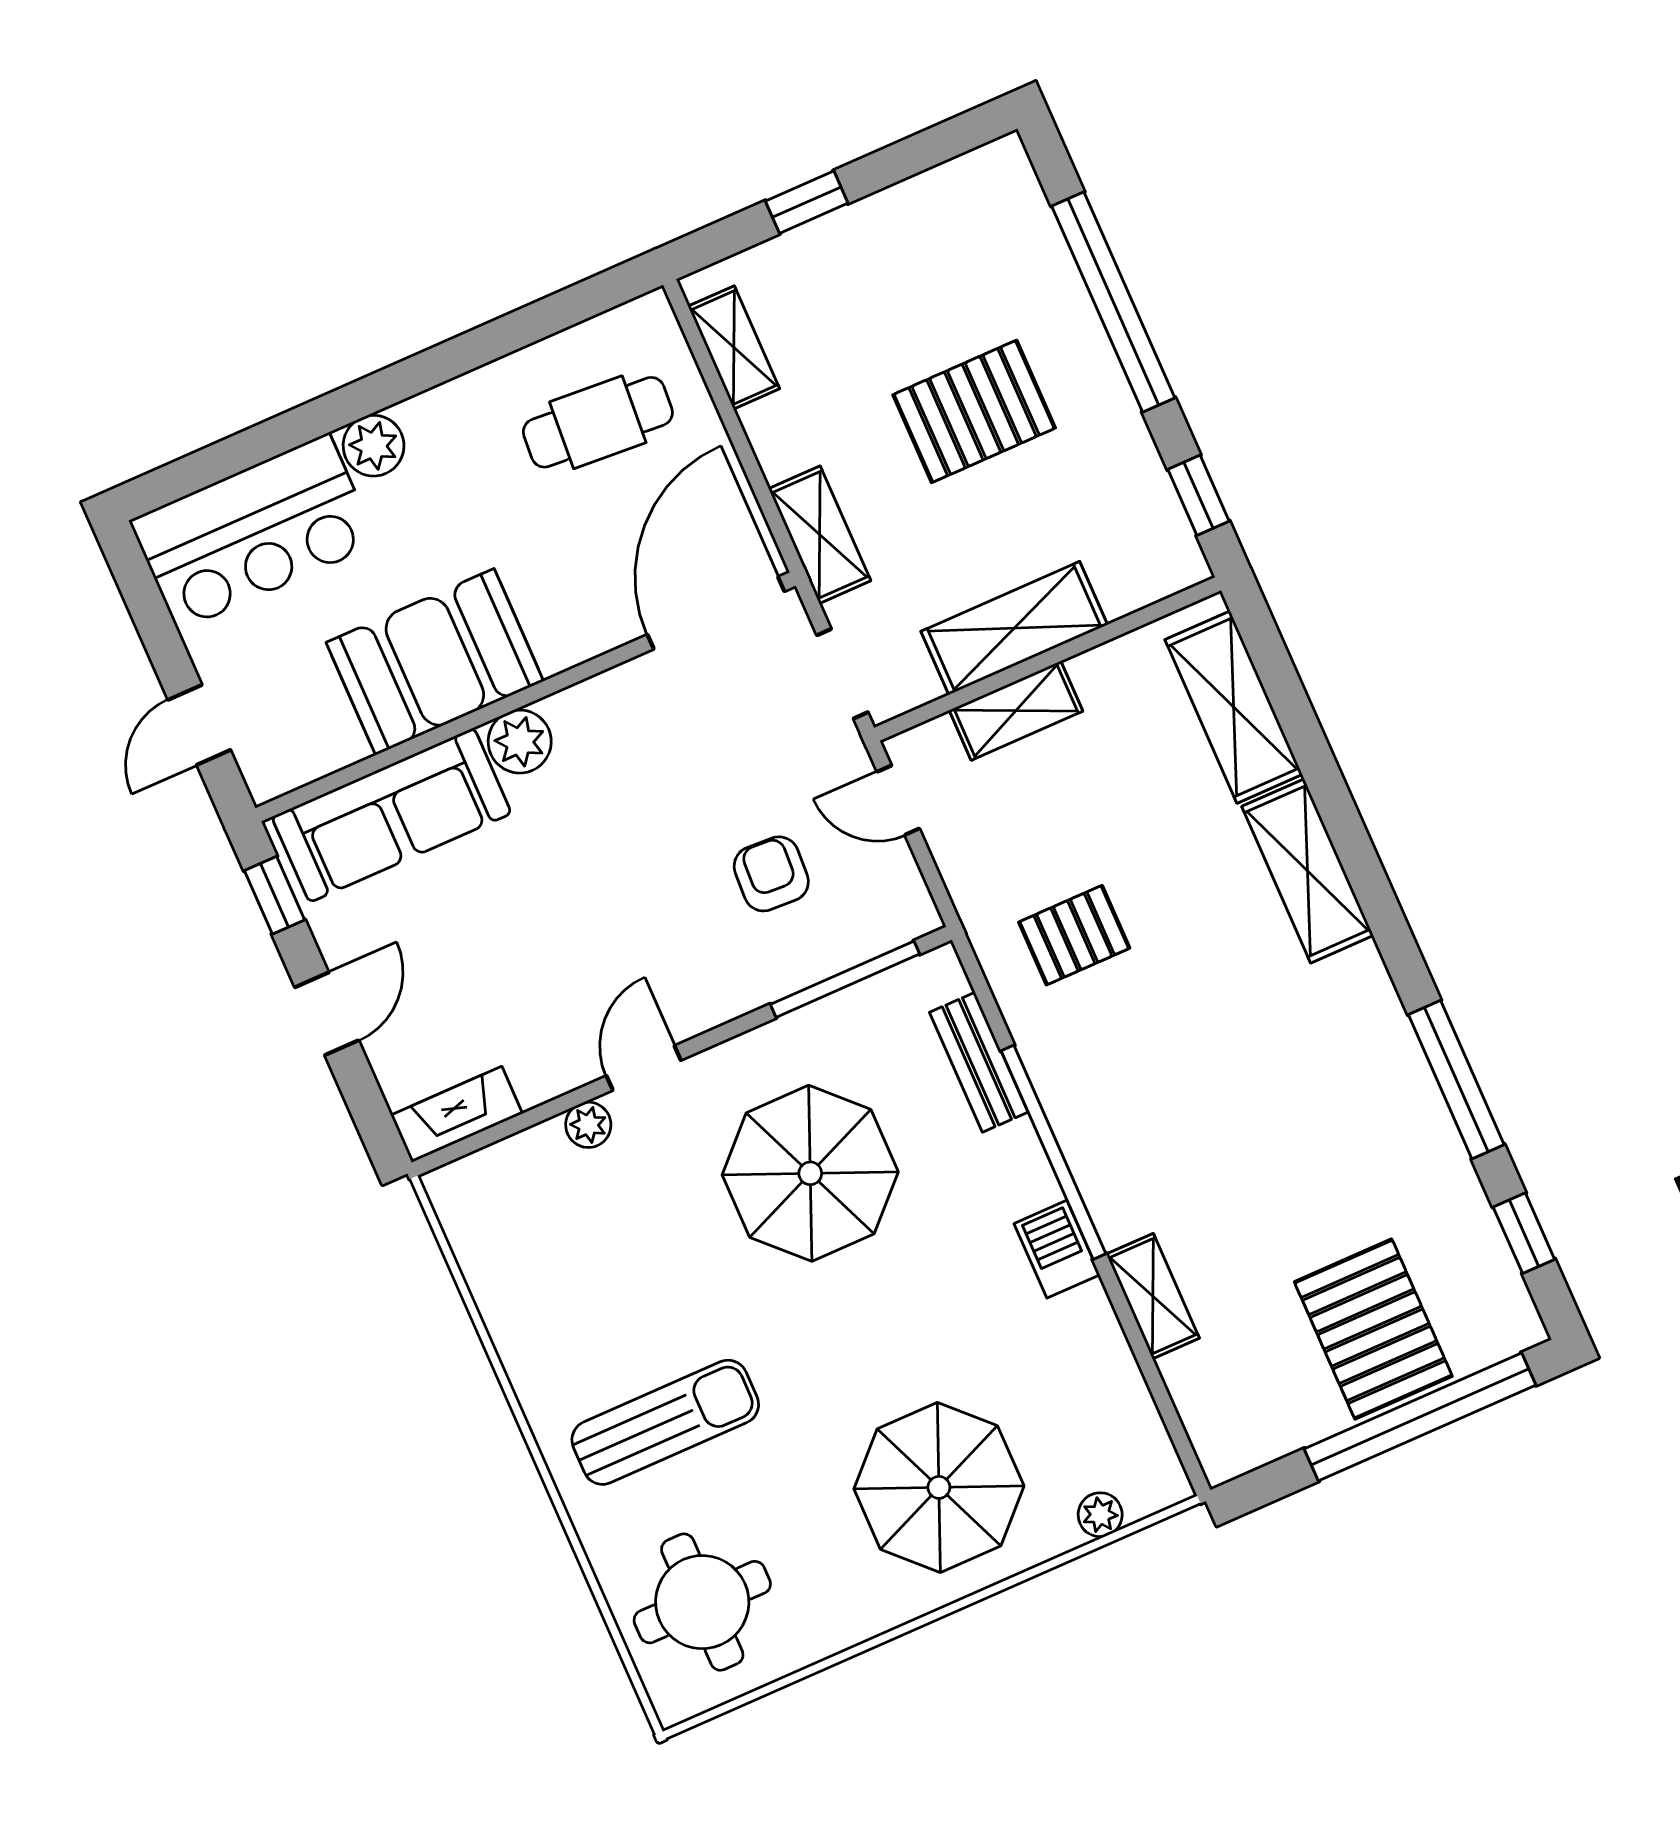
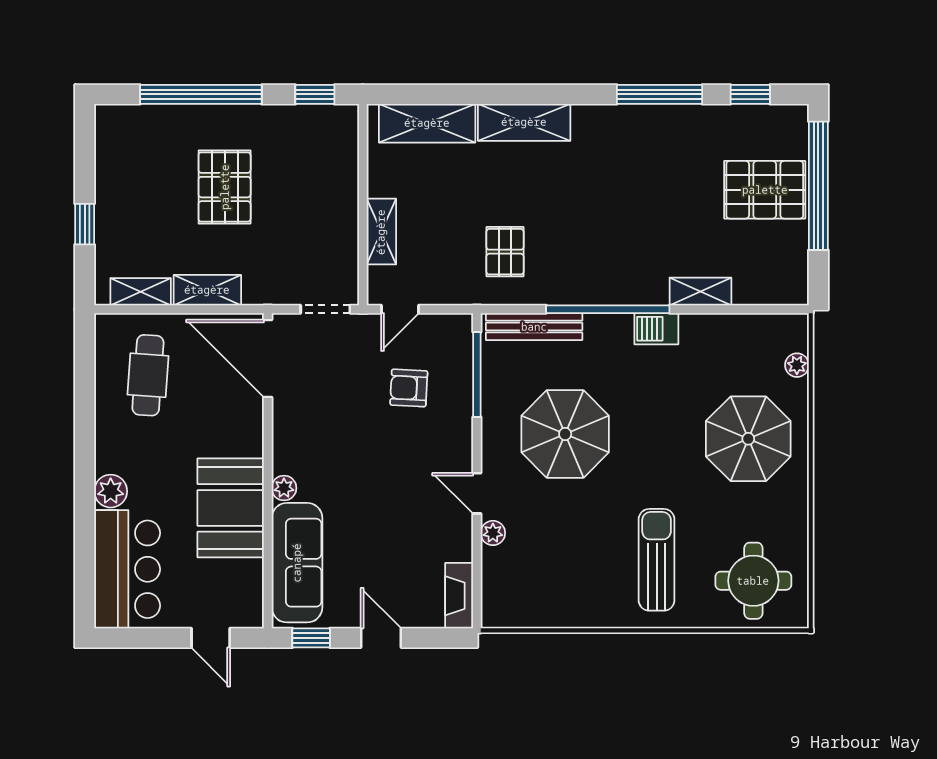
shelving: (820, 535) -> (207, 290), moved
shelving: (1014, 628) -> (340, 214), removed
plant: (520, 742) -> (284, 488), width x0.73, depth x0.73
bench: (979, 1062) -> (534, 327), width x1.36

